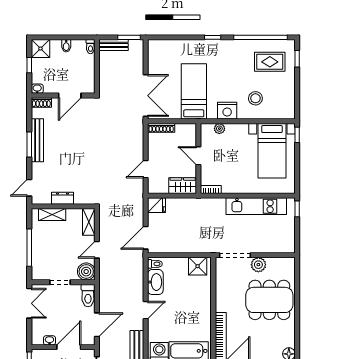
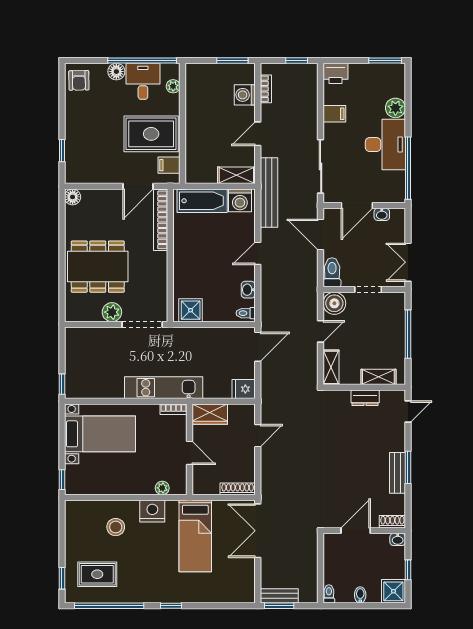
bench: (114, 45) -> (279, 596), moved
bench: (37, 140) -> (397, 473), width x0.73
bed with nightstands: (272, 151) -> (100, 434), moved, turned 90
kitchen unit: (256, 206) -> (164, 388), moved
washbasin: (155, 282) -> (248, 290), width x0.52, depth x0.69
door: (97, 325) -> (321, 234), hinge flipped

